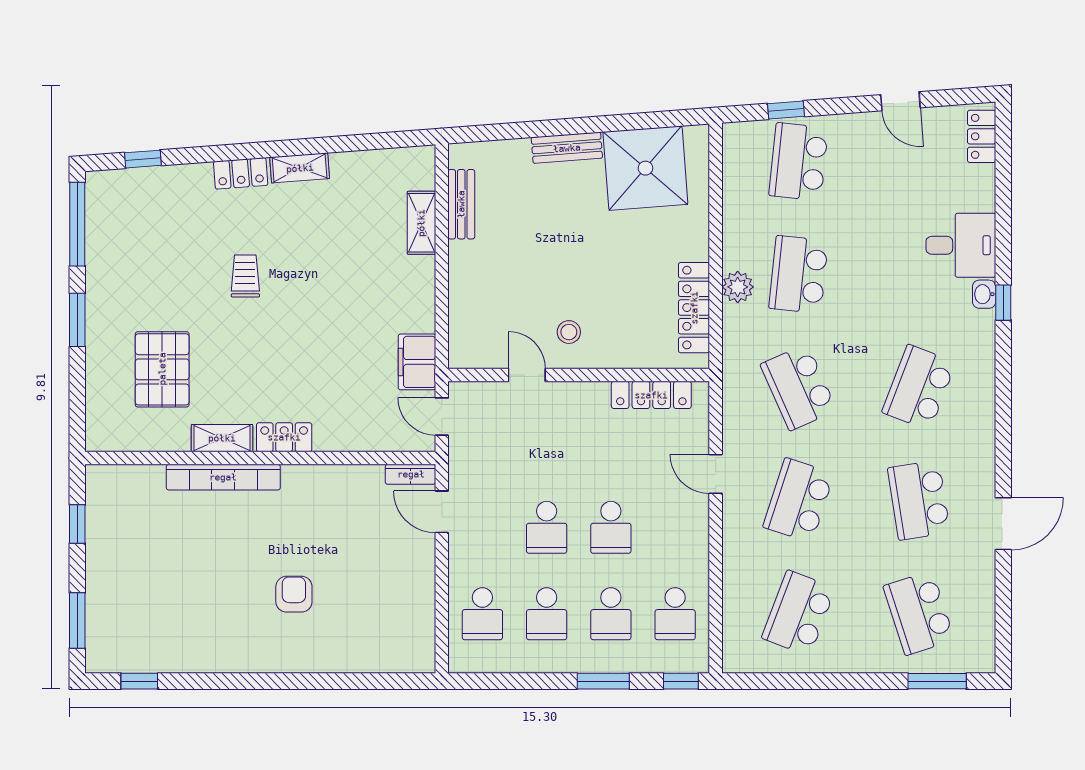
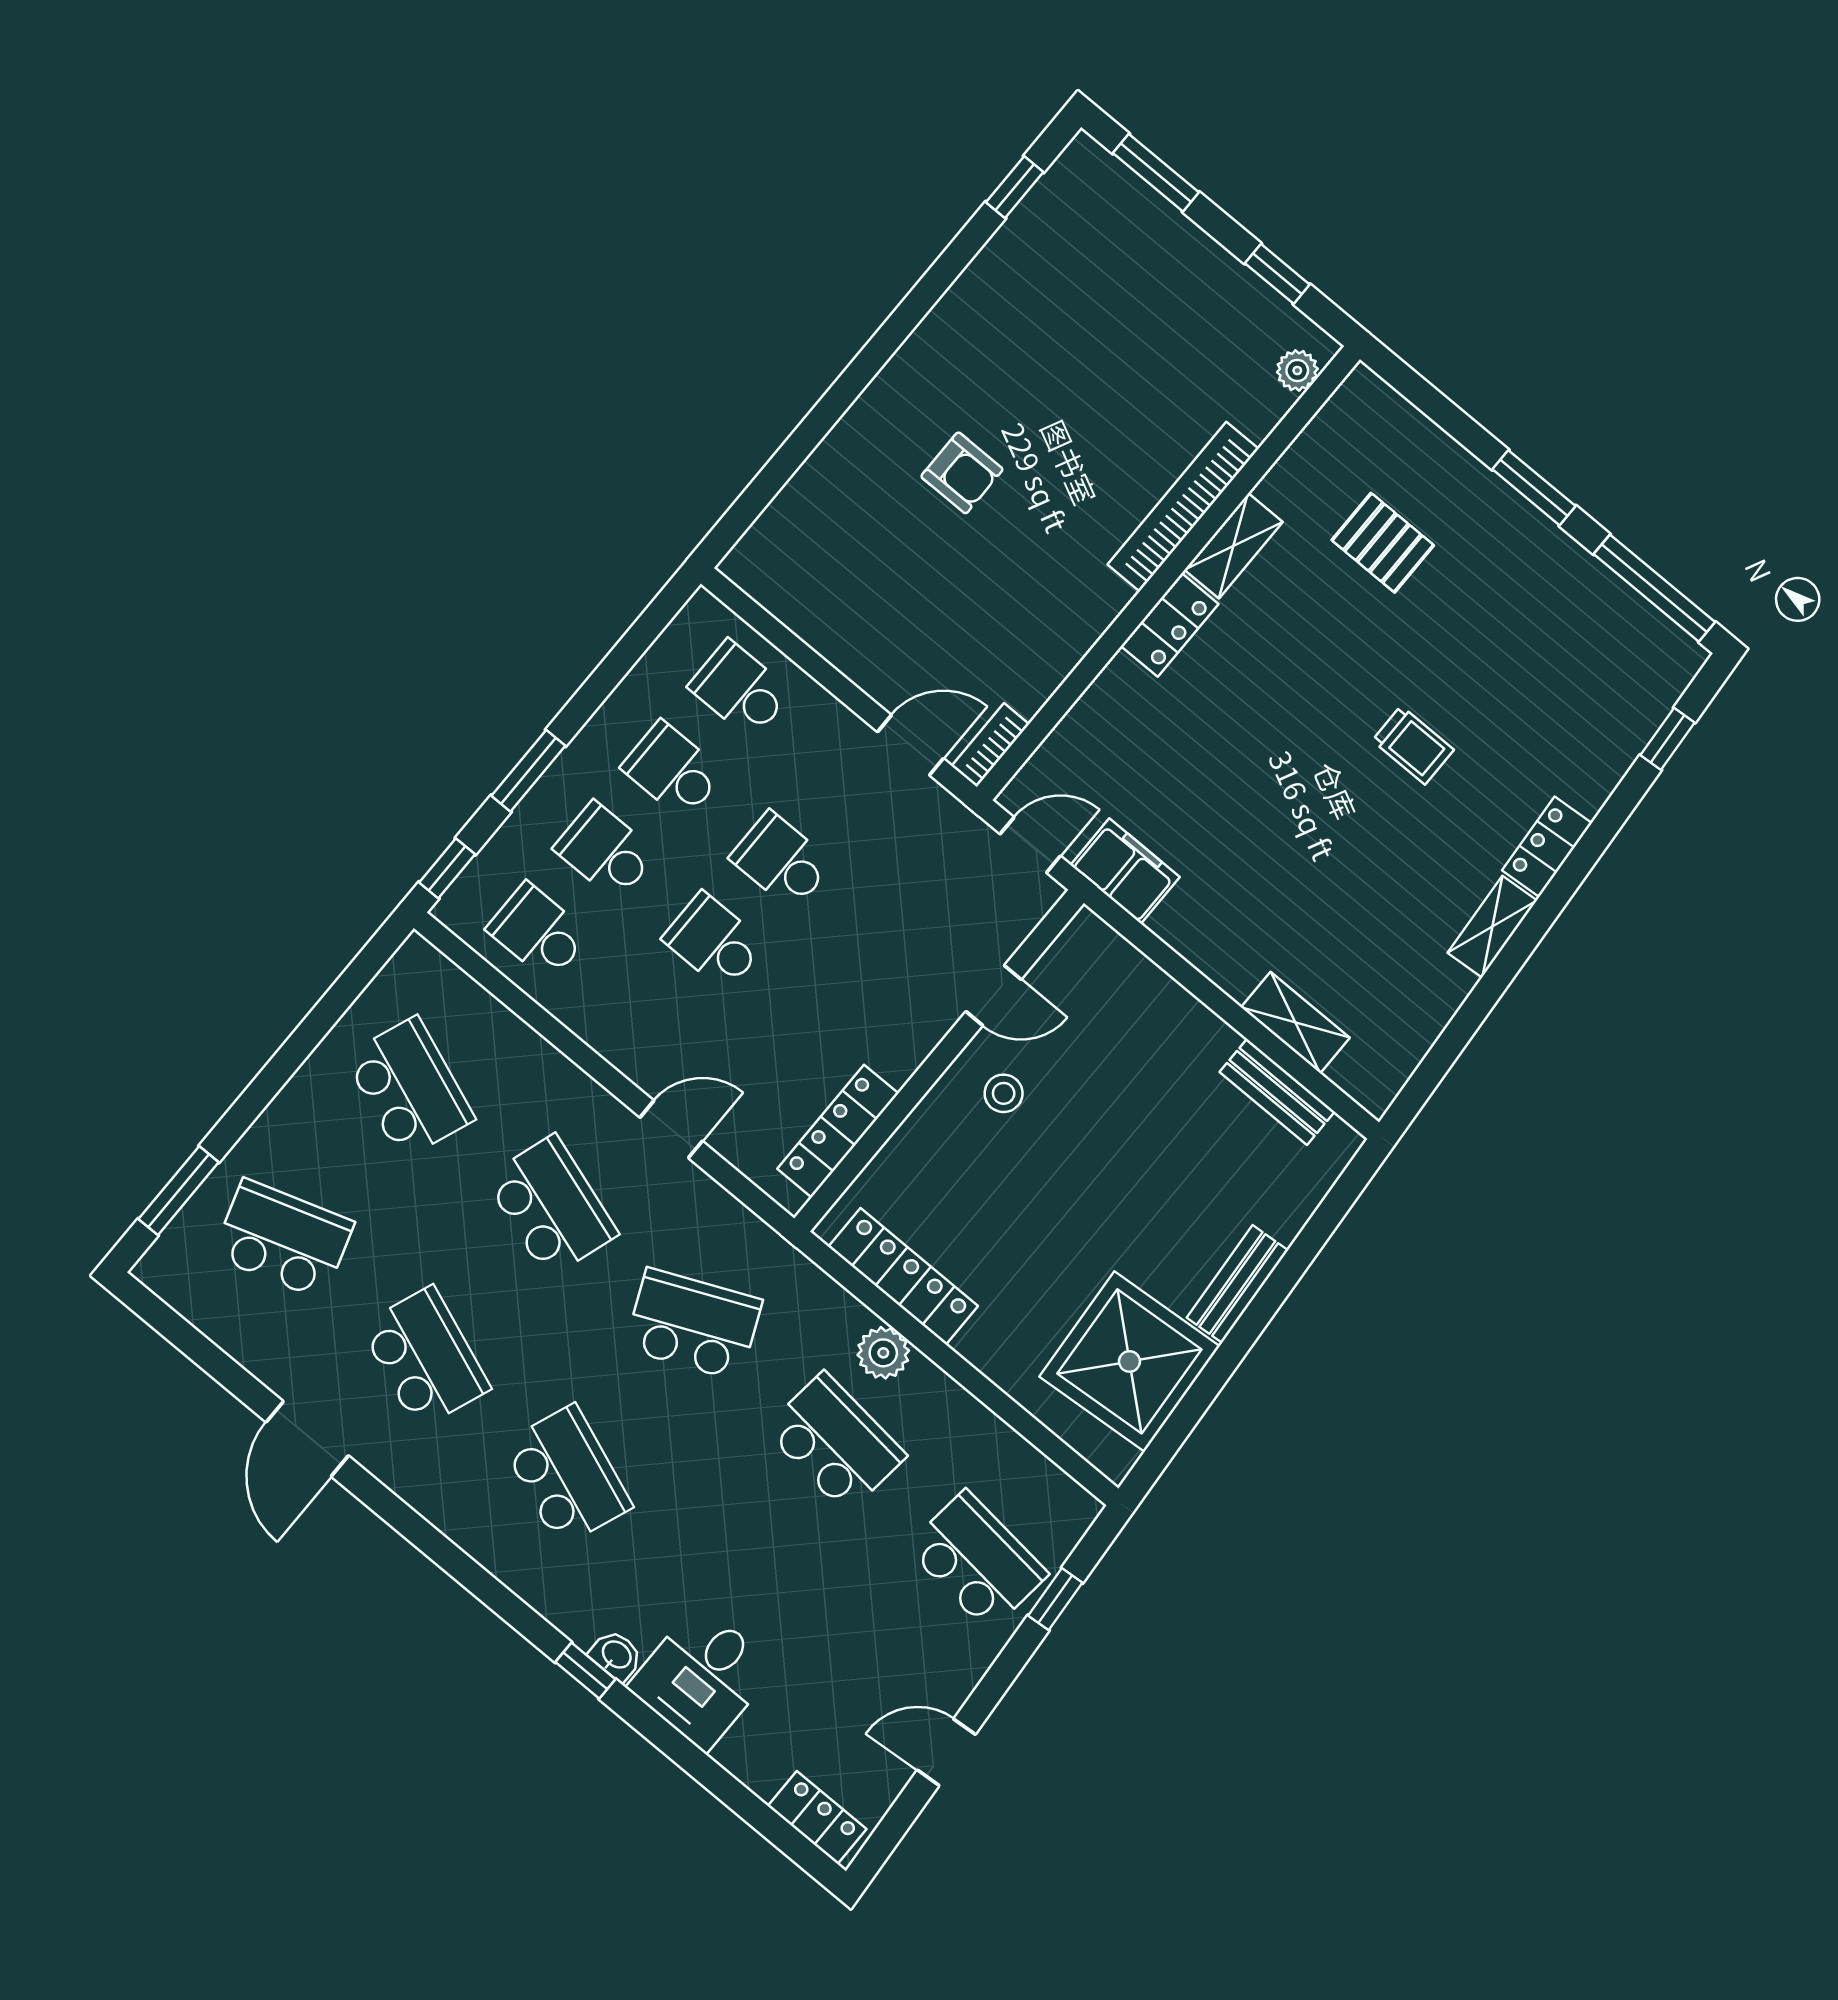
pallet: (162, 369) -> (1383, 543), width x0.67, depth x0.71
plant: (115, 477) -> (1297, 370), added
school desk: (919, 500) -> (425, 1357), turned 30

